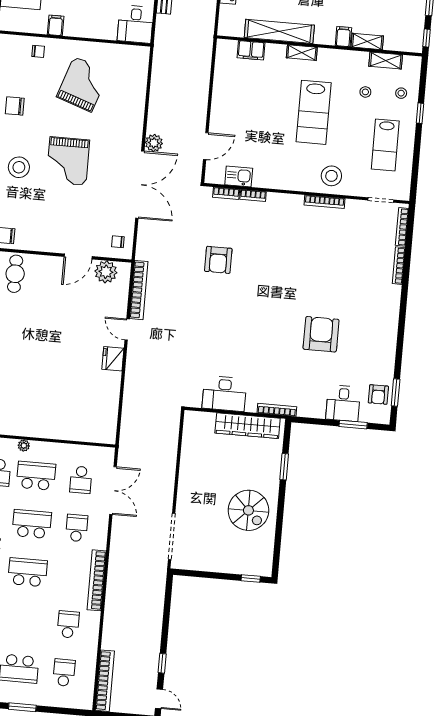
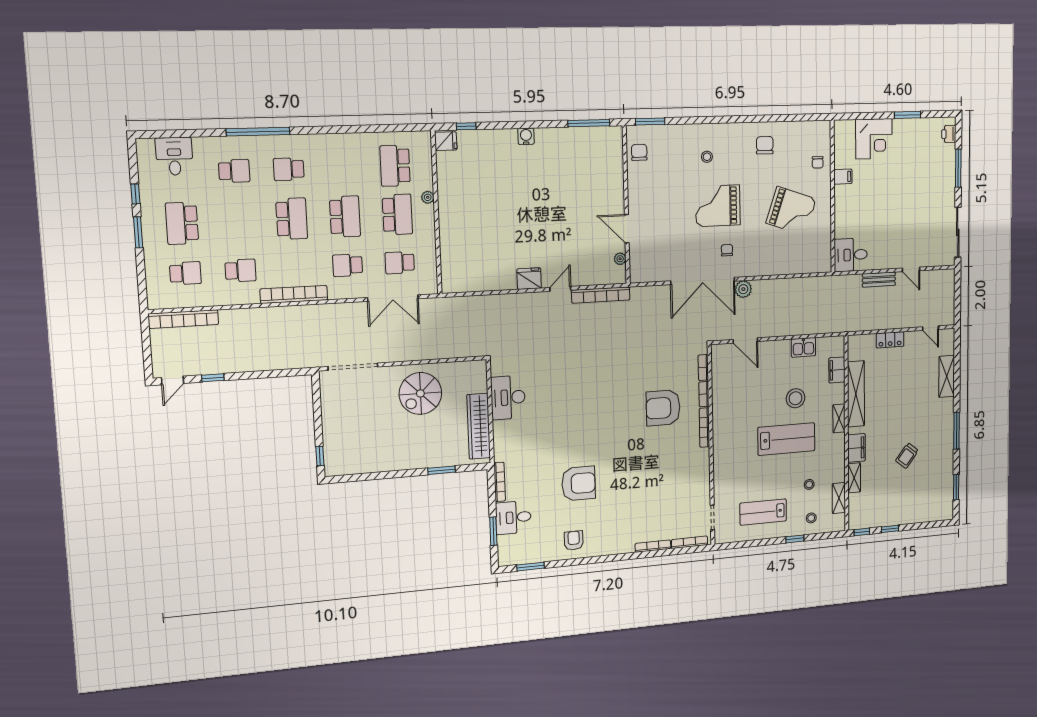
filing cabinet: (343, 37) -> (856, 448), width x2.00
lab bench: (314, 112) -> (786, 439), turned 180
stool: (19, 167) -> (707, 157), width x0.53, depth x0.53
kitchen sink: (239, 176) -> (803, 347), moved, turned 90
stool: (331, 176) -> (796, 398), moved
bookcase: (324, 202) -> (704, 427), moved
chair: (118, 242) -> (727, 250), moved
armchair: (218, 260) -> (663, 408), moved, width x1.36, depth x1.36
plant: (106, 272) -> (620, 259), width x0.53, depth x0.53
cafe table: (15, 274) -> (603, 166), removed
armchair: (378, 395) -> (574, 540), moved, turned 90
bookcase: (277, 410) -> (500, 482), moved
spiral stairs: (248, 510) -> (420, 393), moved
school desk: (77, 528) -> (348, 265), turned 180

